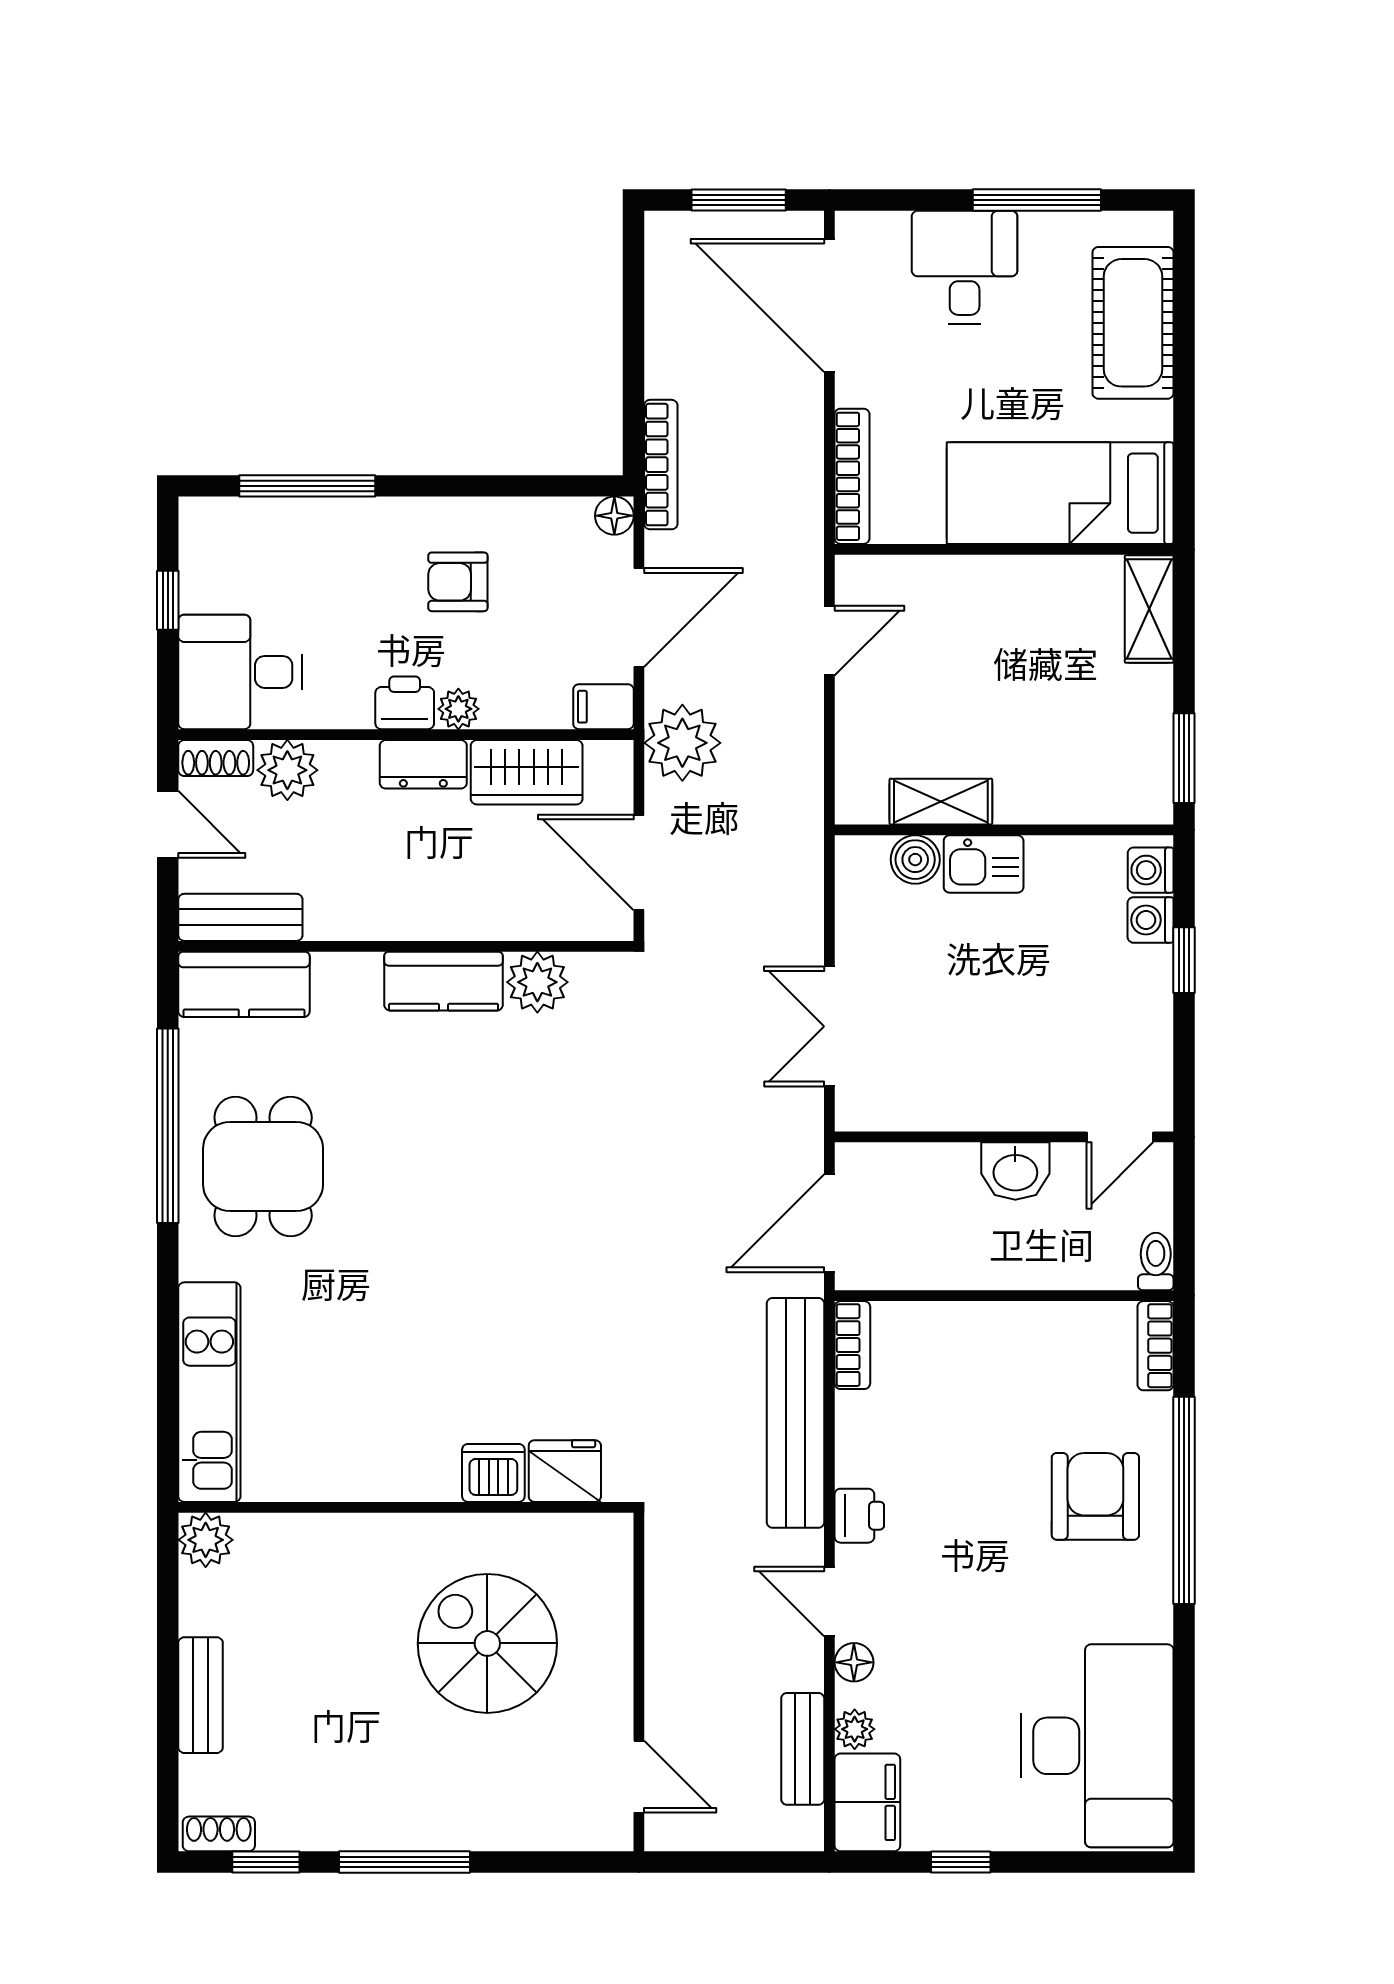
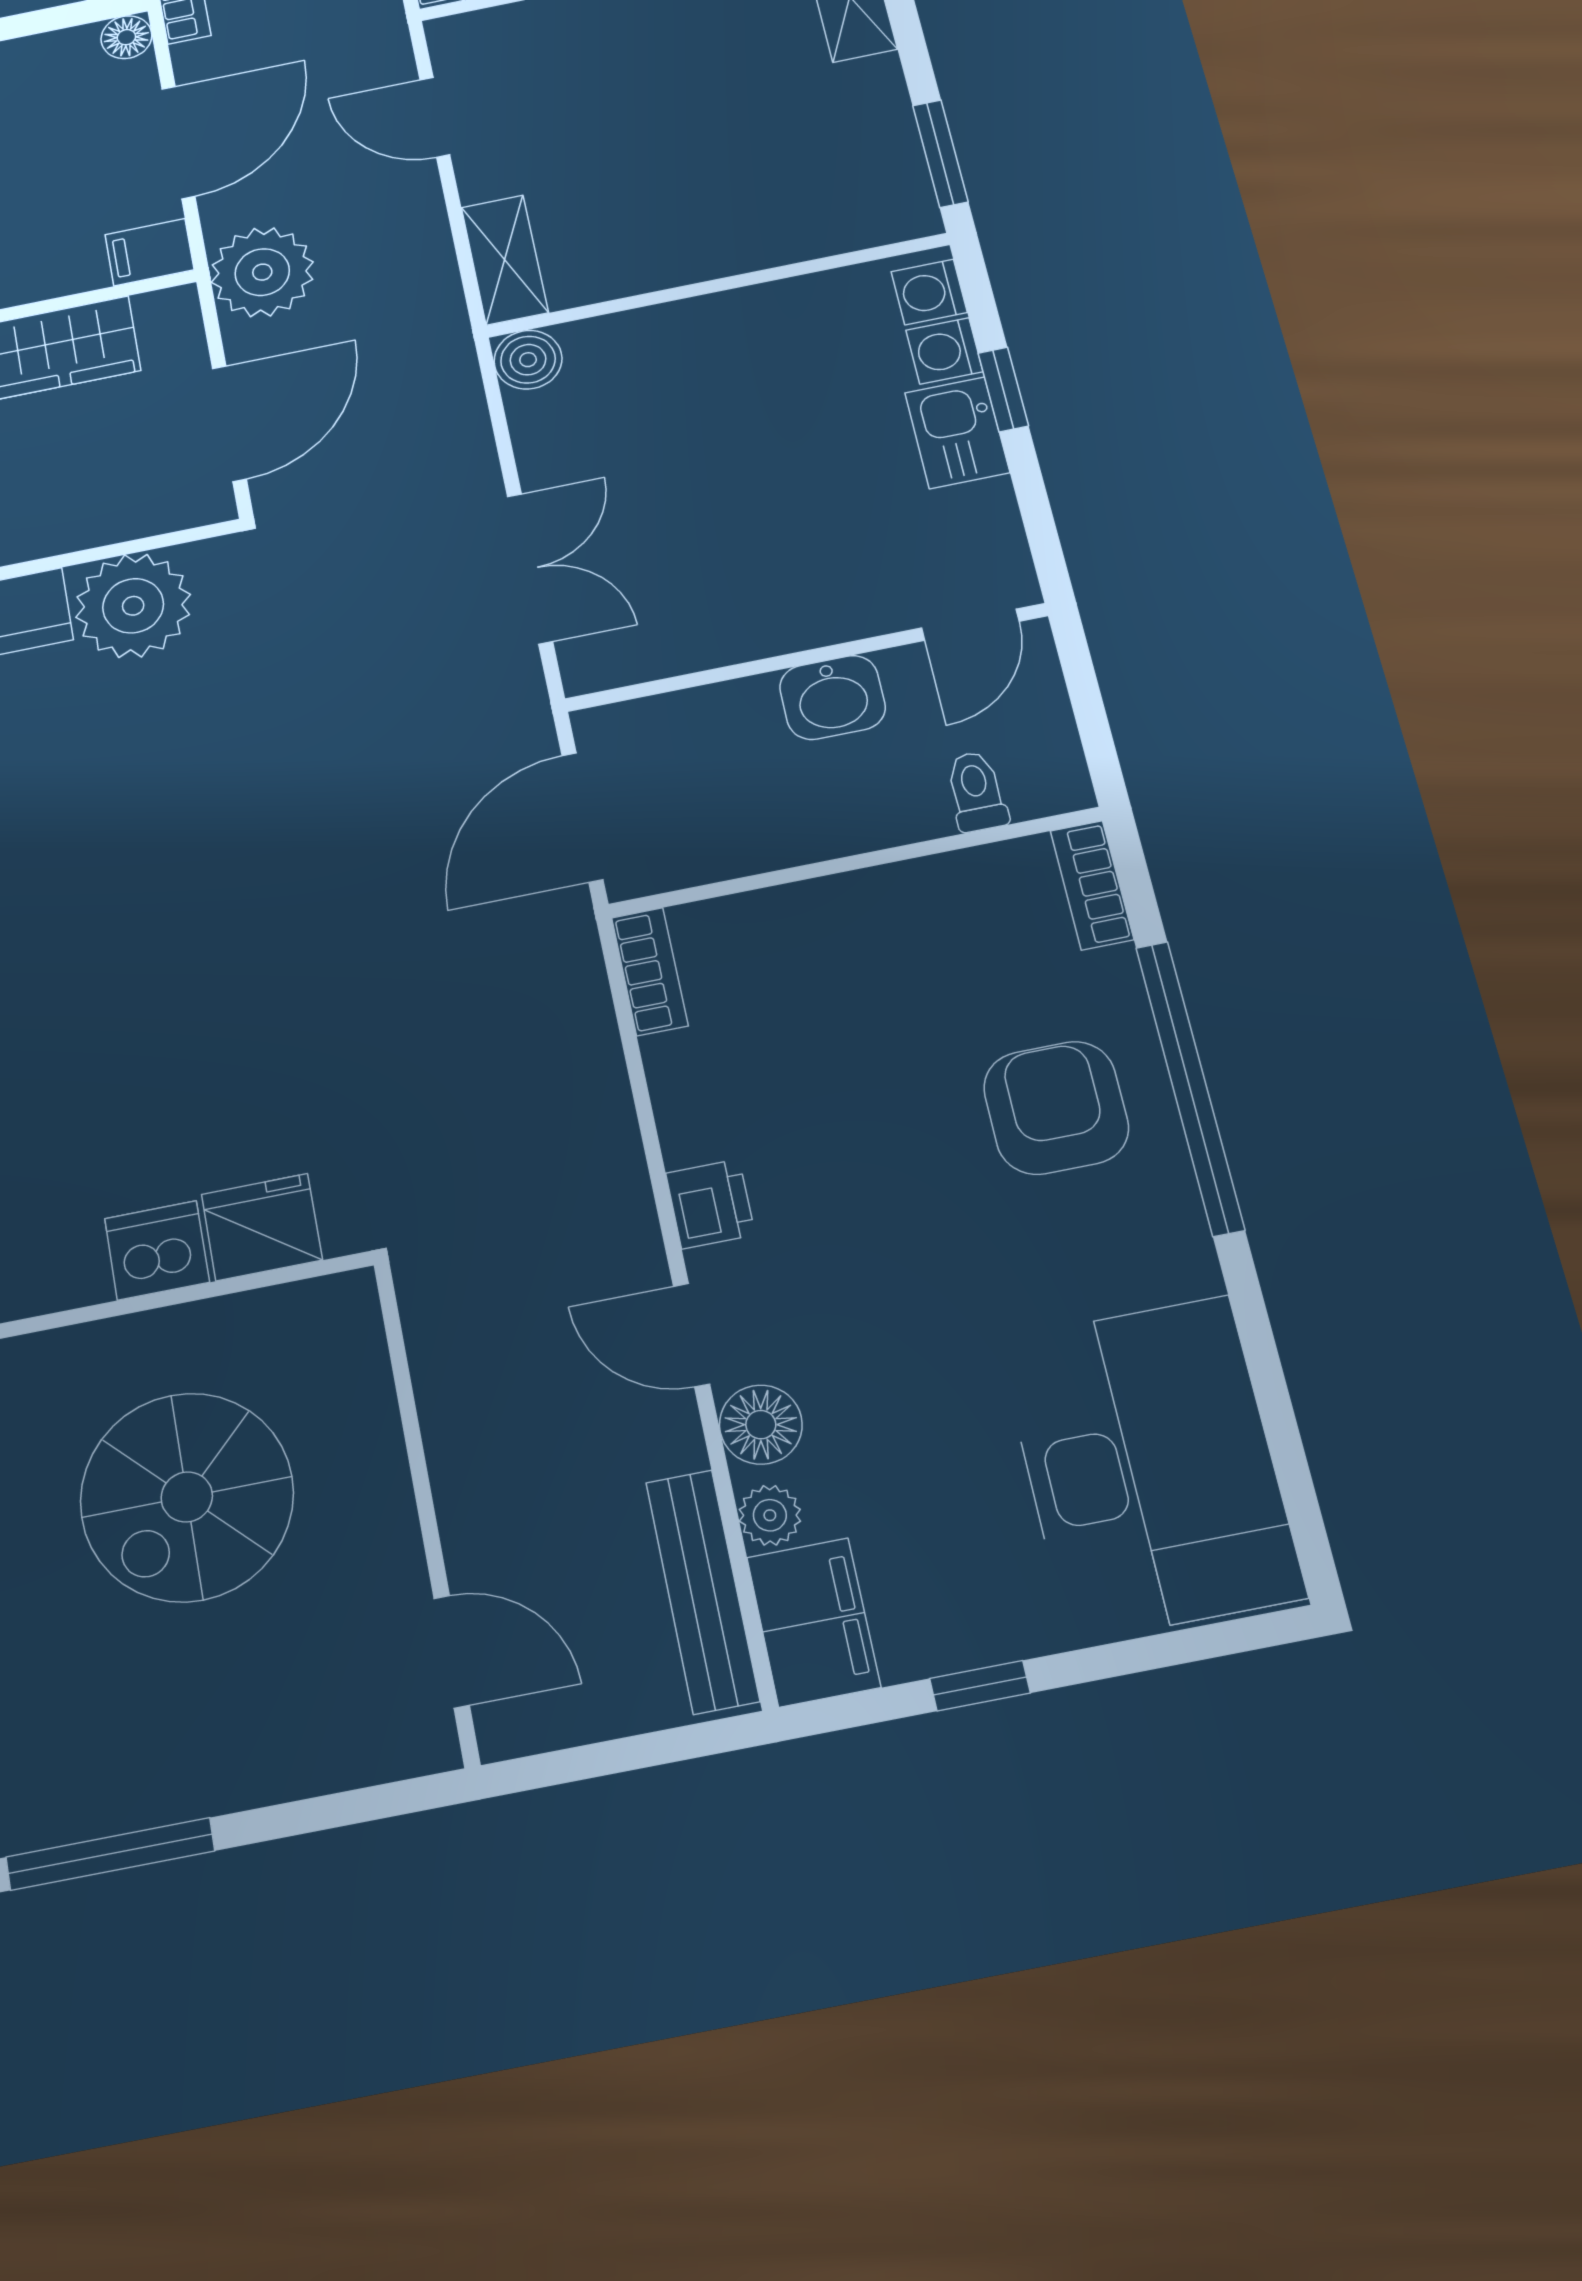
door: (829, 641) -> (435, 117), swing flipped
shelving: (941, 802) -> (505, 260), moved, turned 90
boiler: (915, 860) -> (528, 360), moved
door: (639, 862) -> (229, 423), swing flipped
kitchen sink: (984, 864) -> (957, 433), moved, turned 90
plant: (537, 982) -> (133, 606), width x1.36, depth x1.36
double door: (829, 1026) -> (530, 569), swing flipped
toilet: (1156, 1262) -> (976, 791), moved
bench: (795, 1413) -> (586, 1080), removed
spiral stairs: (487, 1643) -> (187, 1497), turned -90
floor lamp: (854, 1662) -> (761, 1425), width x1.37, depth x1.37
bench: (803, 1749) -> (703, 1591), width x1.36

